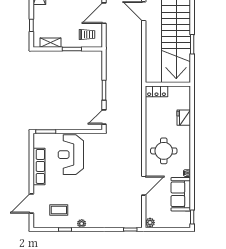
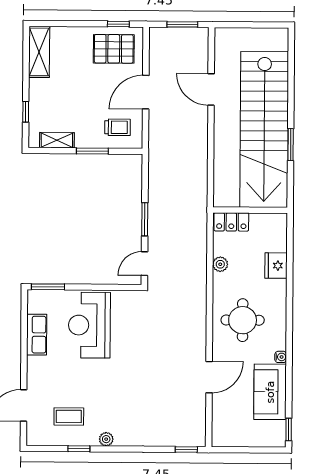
row of seats: (39, 166) -> (37, 335), width x0.68
plant: (150, 223) -> (220, 264), moved

